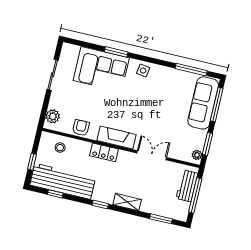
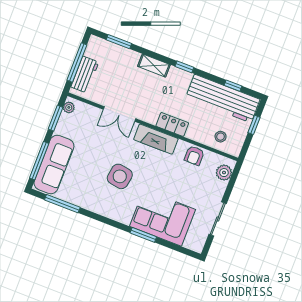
side table: (143, 71) -> (120, 176), moved, width x1.87, depth x1.87

